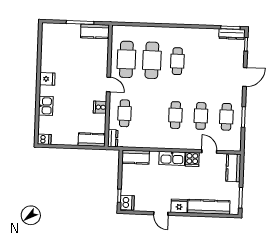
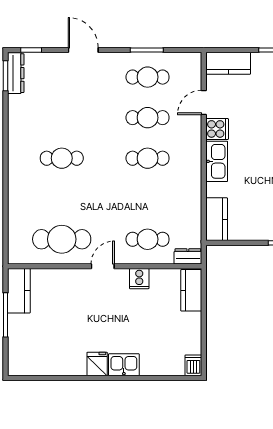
cafe table: (152, 60) -> (62, 199), removed
kitchen sink: (46, 106) -> (124, 365), moved

